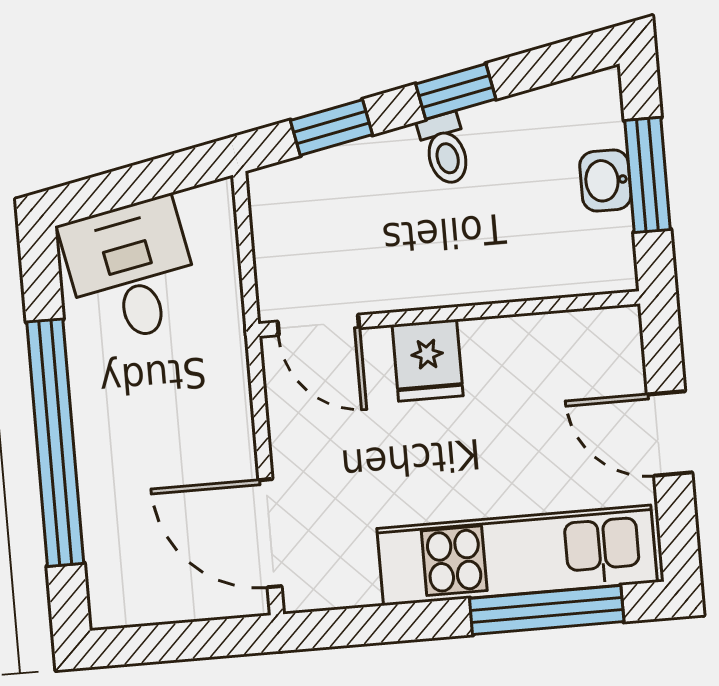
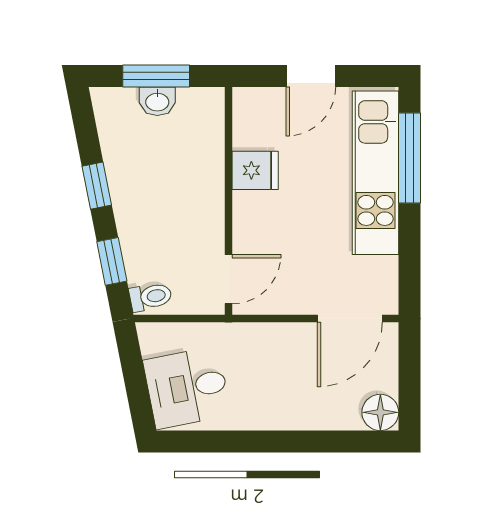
toilet: (445, 149) -> (151, 297), moved
fridge: (428, 360) -> (255, 170), moved
window: (55, 443) -> (285, 442), removed
floor lamp: (118, 598) -> (380, 412), added

